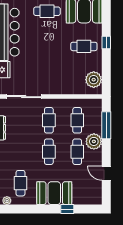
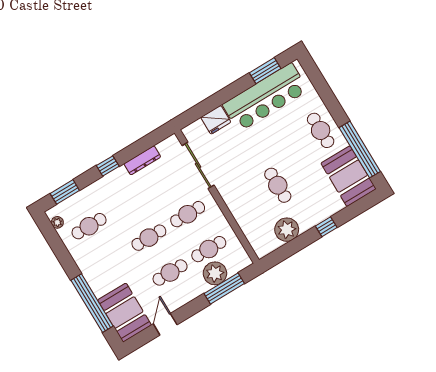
cafe table: (84, 46) -> (278, 185), moved
plant: (94, 80) -> (287, 230), moved
plant: (94, 141) -> (215, 273), moved
booth: (54, 193) -> (125, 313), moved
window: (67, 209) -> (92, 303), width x3.17

